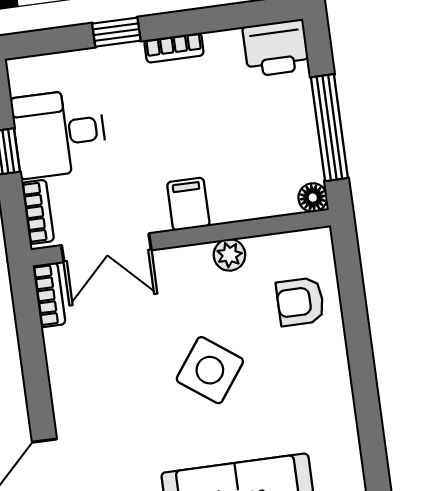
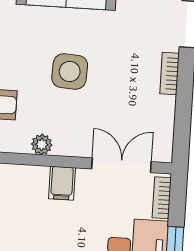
bookcase: (49, 295) -> (169, 74), moved
side table: (210, 370) -> (70, 72), turned -33

